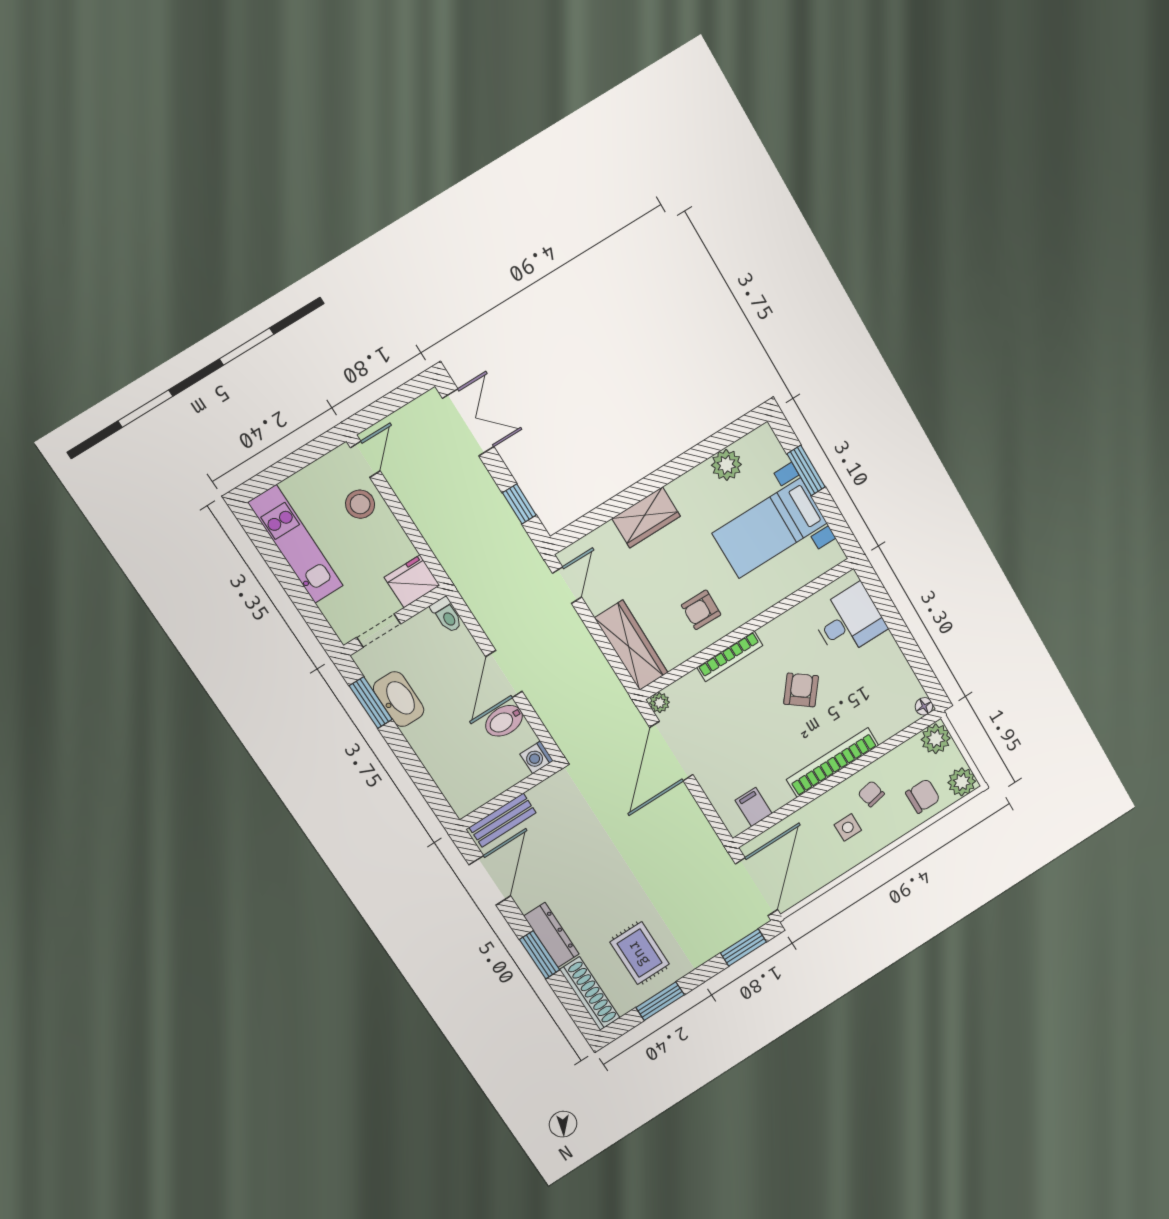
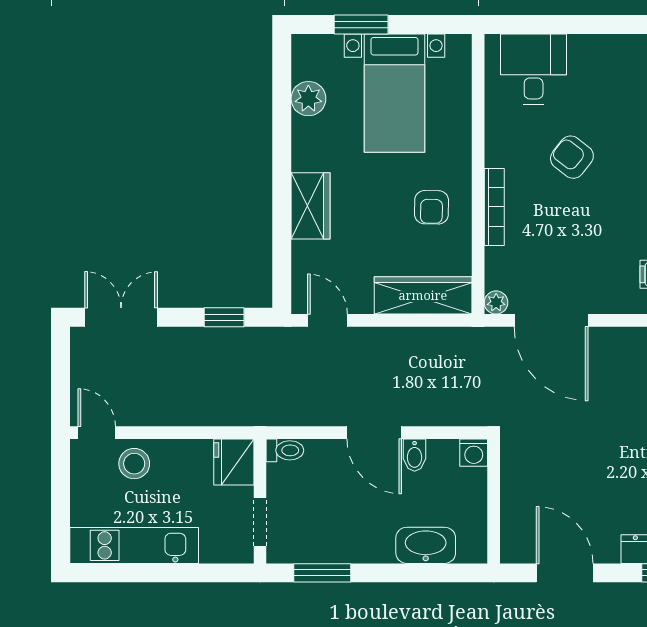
washbasin: (399, 699) -> (426, 545), moved
bidet: (504, 721) -> (415, 455), width x0.72, depth x0.74
bench: (503, 820) -> (514, 523), removed

